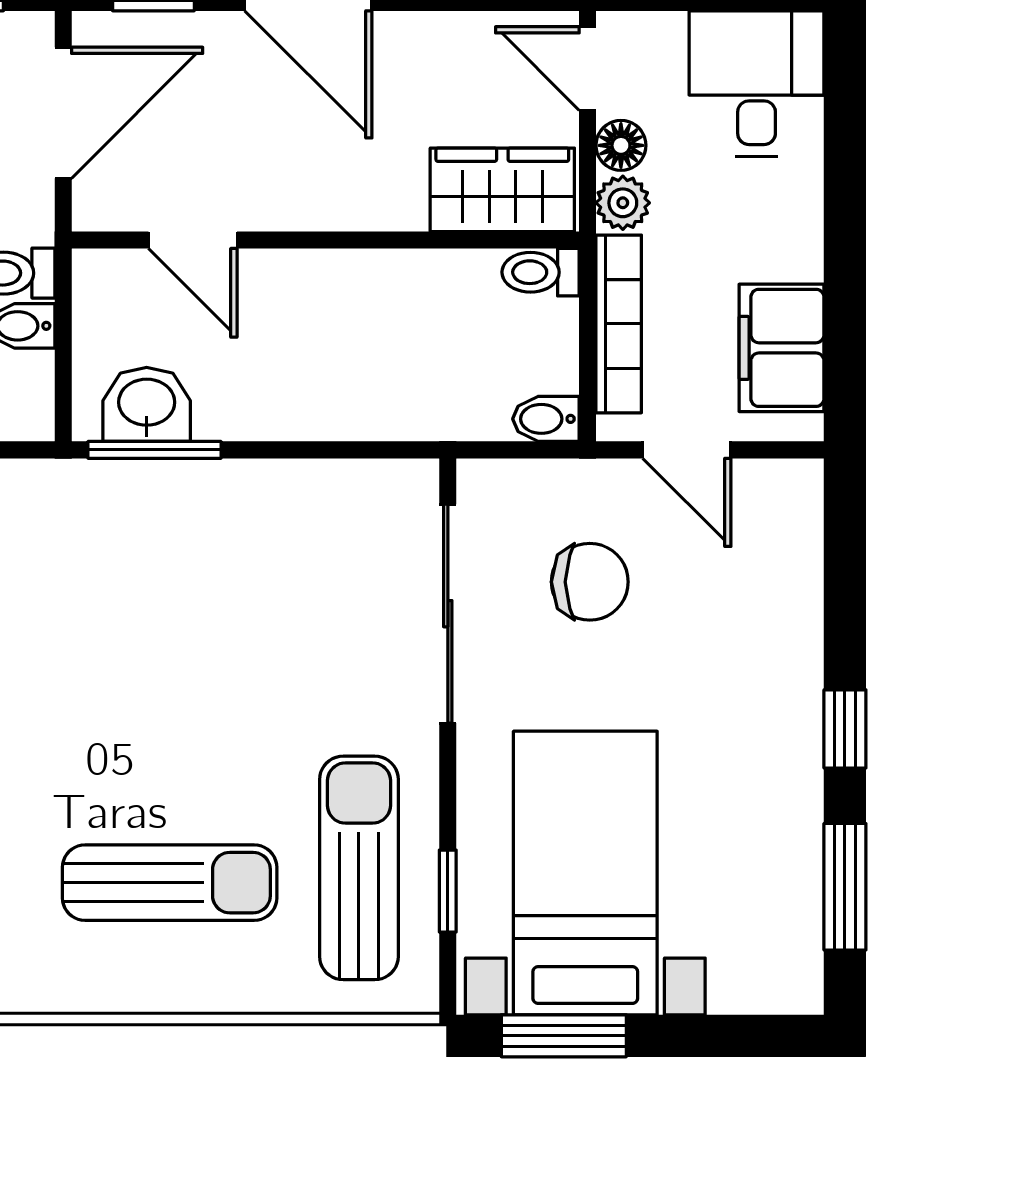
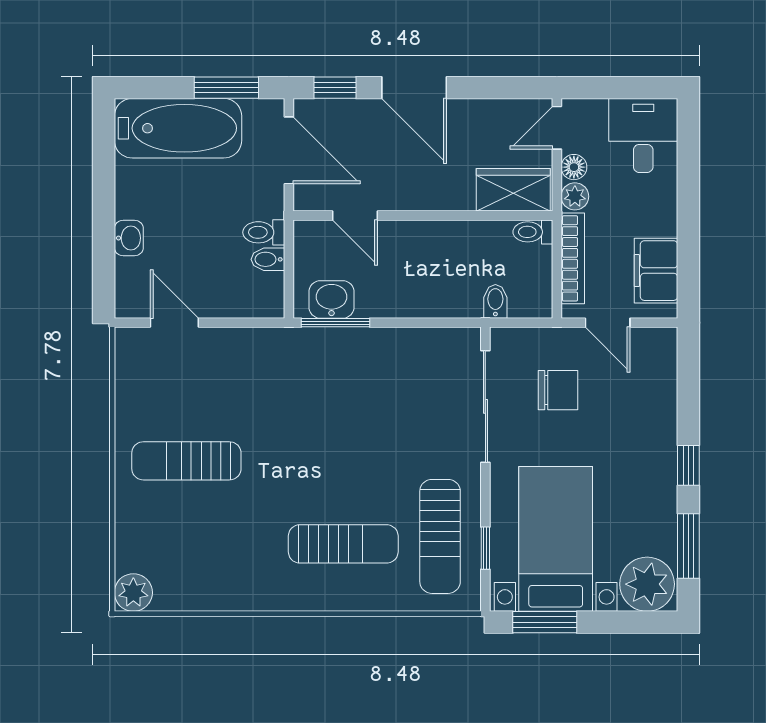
door: (588, 68) -> (557, 128), hinge flipped
door: (63, 113) -> (289, 150), hinge flipped
bidet: (546, 419) -> (495, 301), moved, turned 90
sun lounger: (359, 868) -> (440, 536), turned 180
plant: (764, 962) -> (647, 584), added

